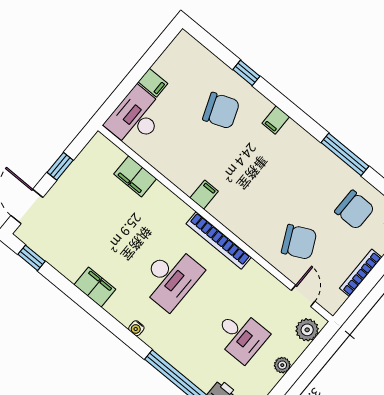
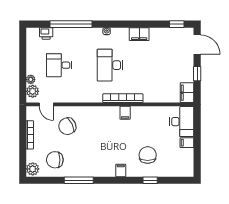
chair: (221, 111) -> (148, 155), turned 111
filing cabinet: (135, 176) -> (187, 93), moved, turned -90
bookcase: (219, 240) -> (123, 98), moved
plant: (282, 365) -> (31, 79), moved

